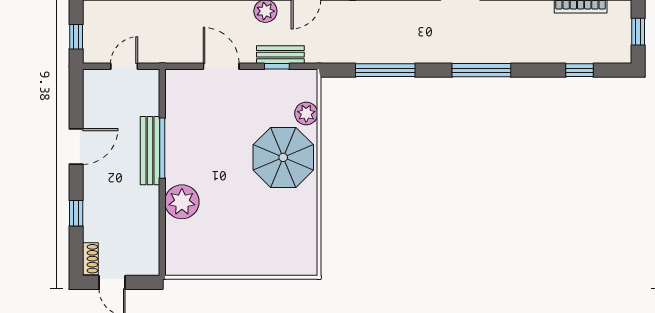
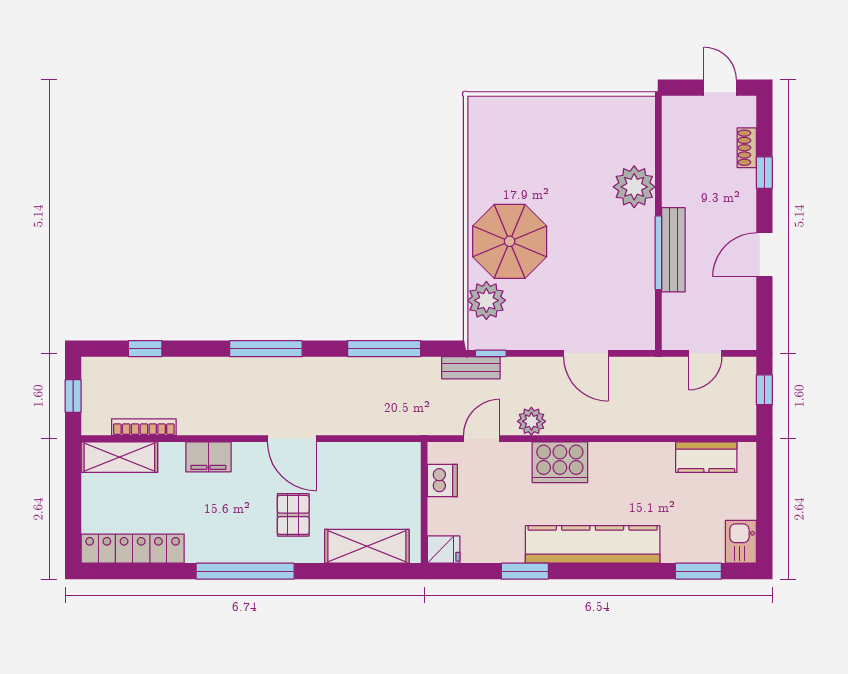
bench: (280, 55) -> (471, 368), moved
window: (277, 66) -> (491, 353), moved
plant: (306, 113) -> (486, 300), width x1.36, depth x1.36
shoe rack: (90, 259) -> (747, 148), moved

